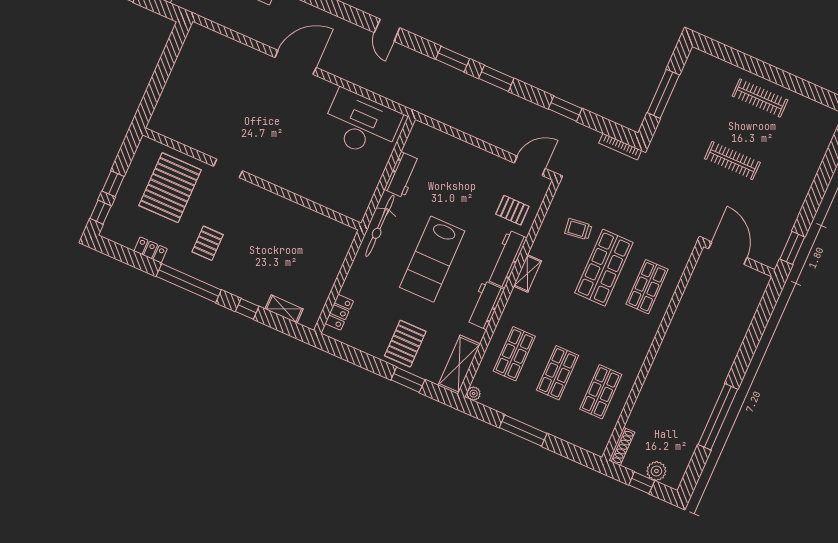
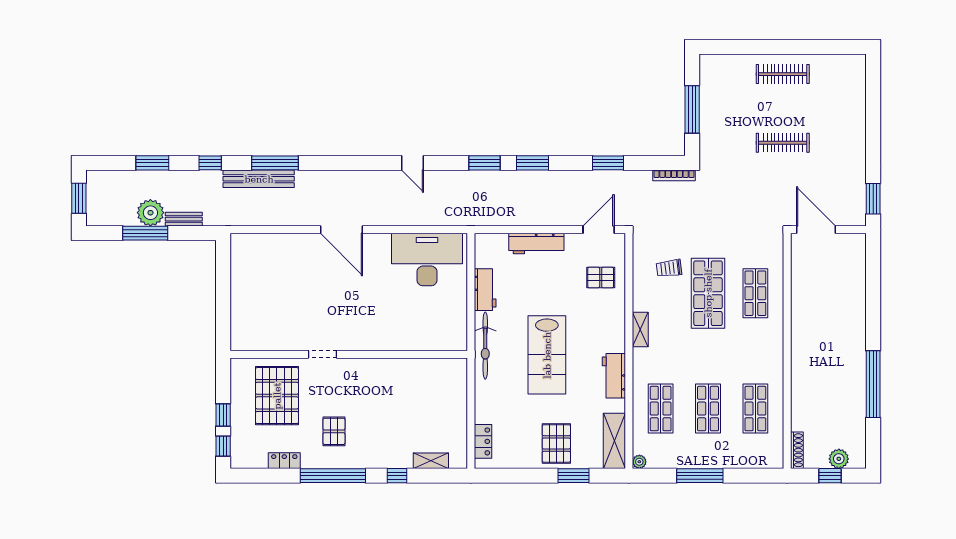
door: (296, 62) -> (342, 230), swing flipped
workbench: (507, 259) -> (536, 244), moved, turned -90

